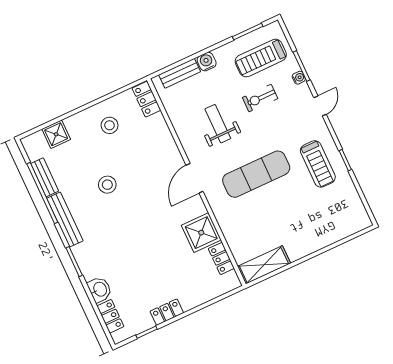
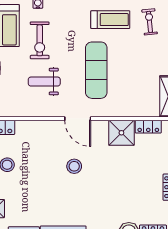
exercise bike: (260, 98) -> (40, 40), width x1.38, depth x1.39
stool: (107, 185) -> (74, 166), moved
exercise bike: (335, 207) -> (150, 22), added

